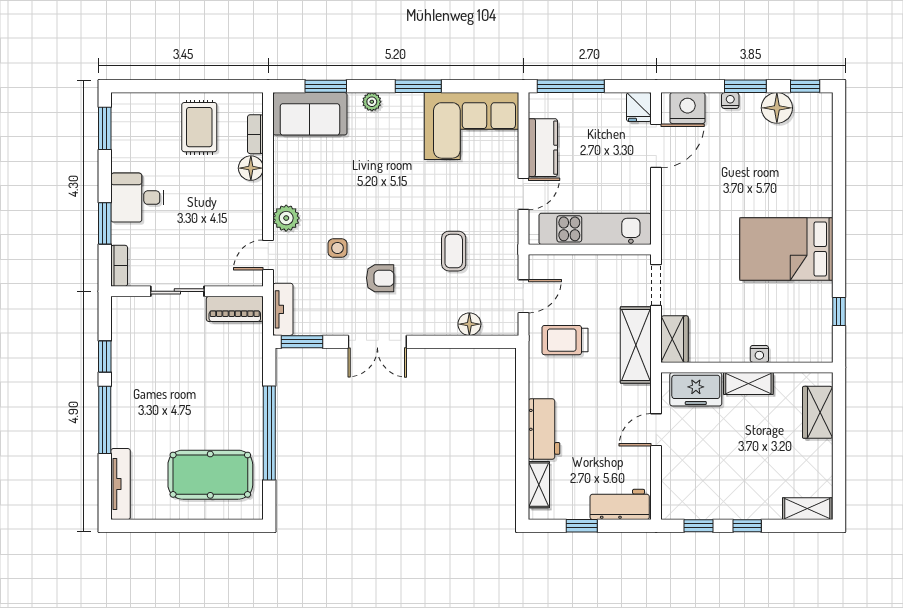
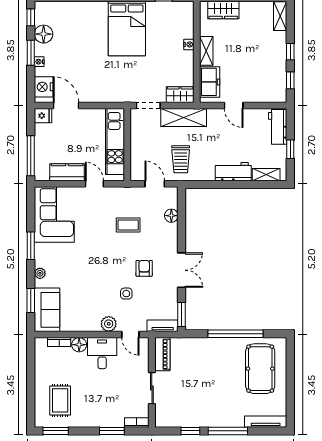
rug: (199, 127) -> (60, 400), moved, turned 90
desk: (137, 198) -> (102, 353), moved, turned 180

